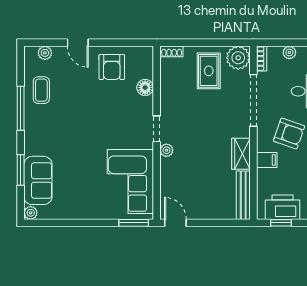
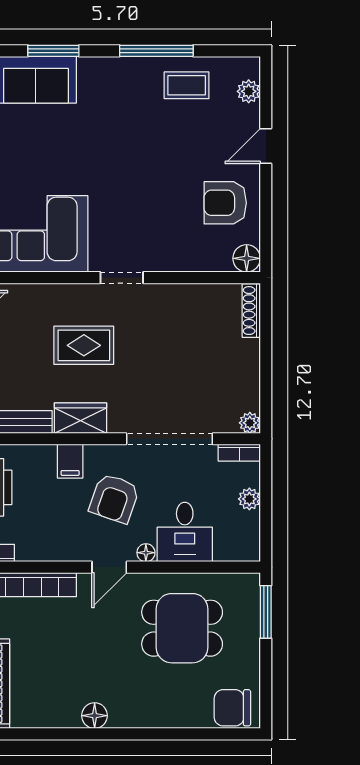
shoe rack: (172, 51) -> (251, 311), width x1.43
plant: (238, 58) -> (250, 423), width x0.53, depth x0.53
rug: (209, 71) -> (84, 345), moved
floor lamp: (145, 88) -> (247, 258), moved
plant: (166, 150) -> (86, 294), removed

